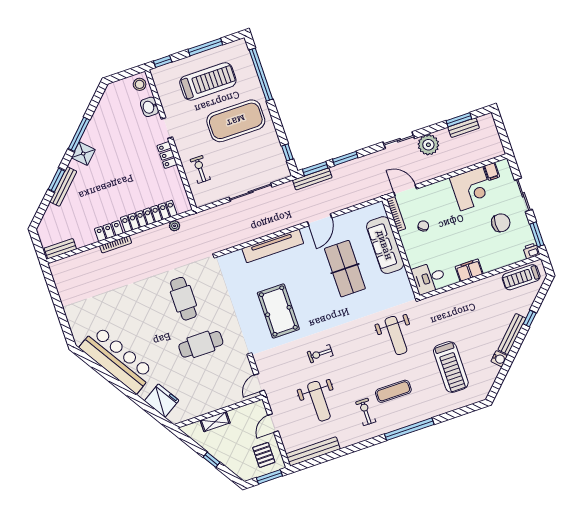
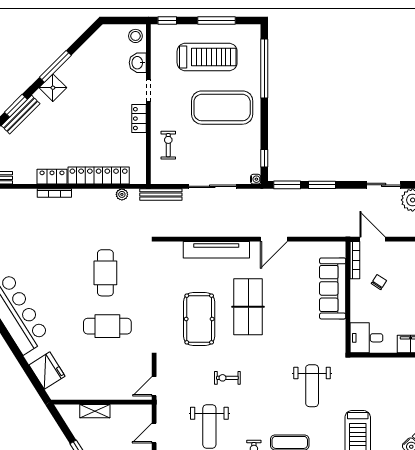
water cooler: (286, 173) -> (256, 179), added
bench: (312, 179) -> (161, 194), moved
table tennis table: (345, 269) -> (248, 307), moved

